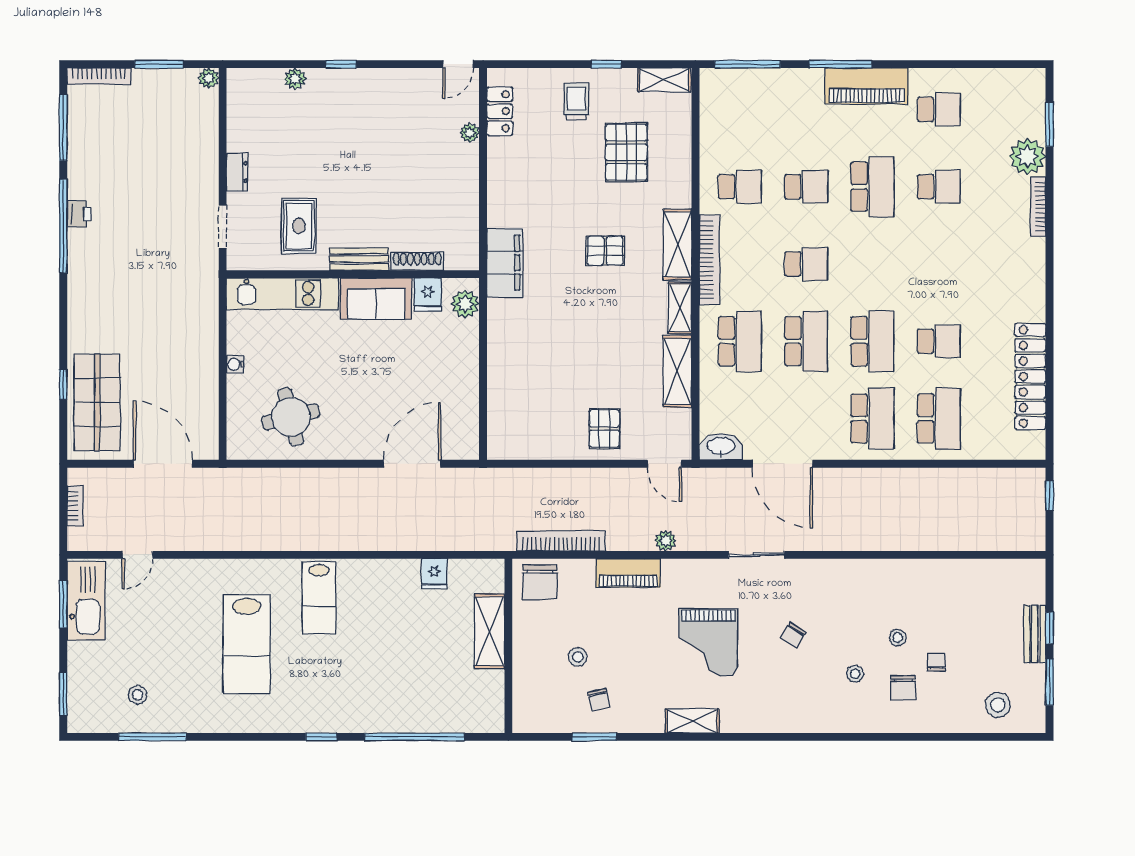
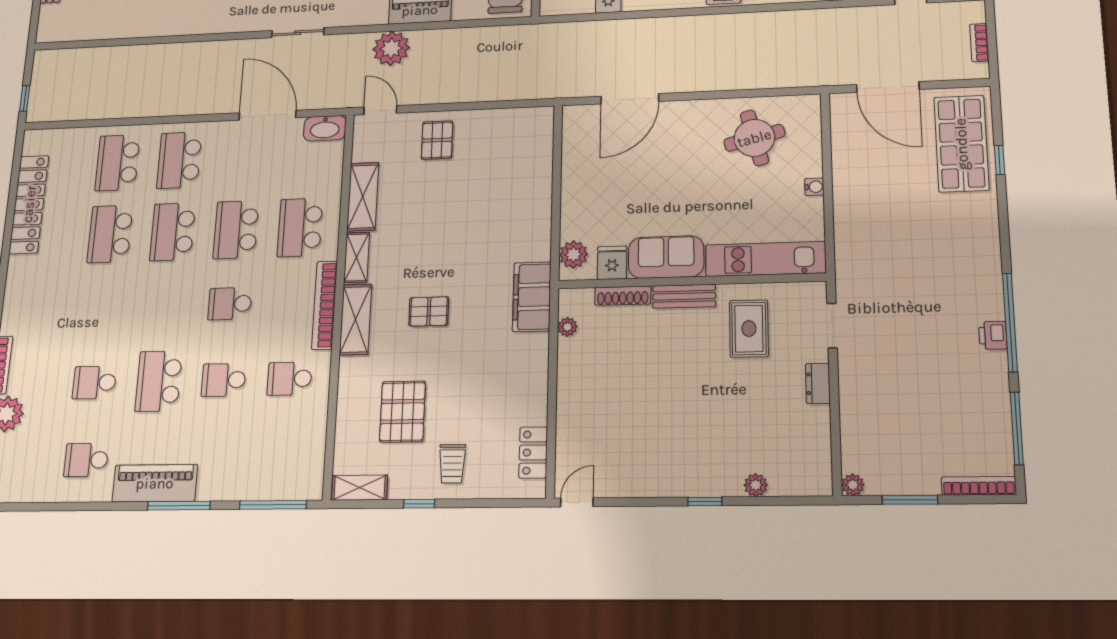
plant: (470, 133) -> (567, 327), moved
school desk: (939, 341) -> (110, 234), width x1.85
bookcase: (561, 541) -> (484, 35), removed
plant: (666, 541) -> (391, 48), width x1.88, depth x1.88

